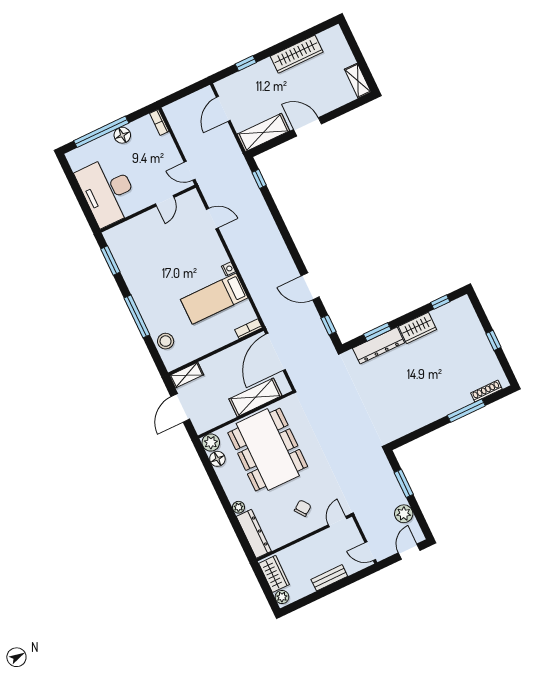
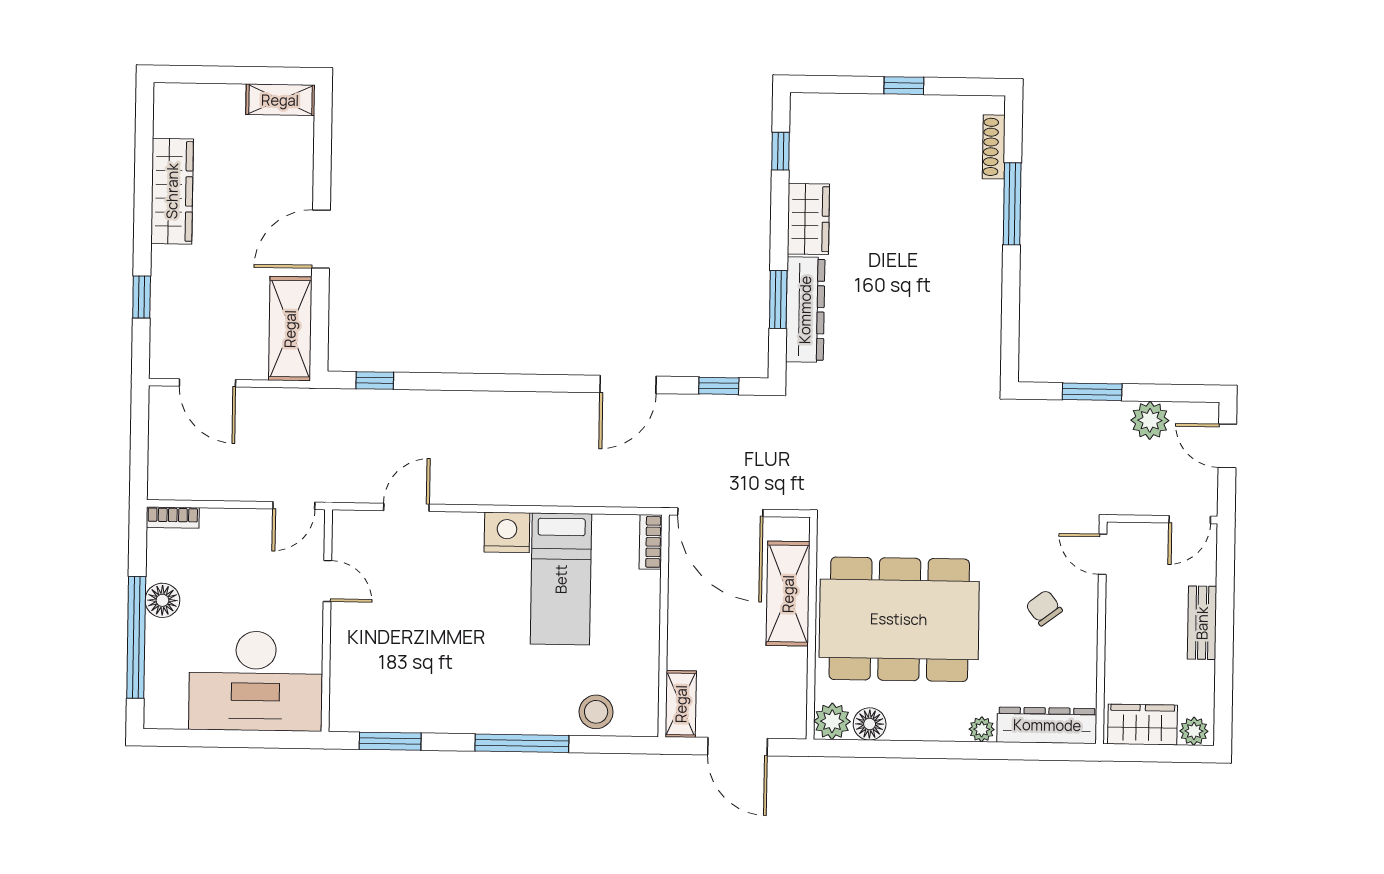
nightstand: (229, 269) -> (507, 532), width x1.89, depth x1.79

